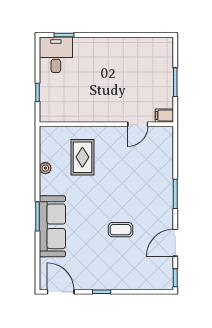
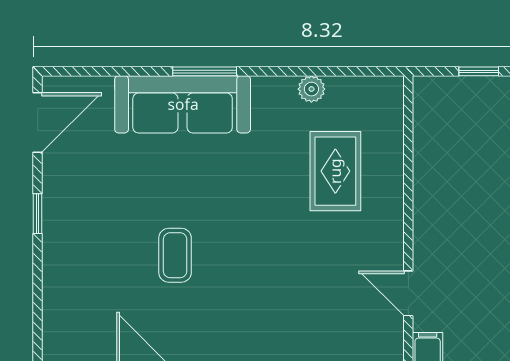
rug: (82, 157) -> (335, 171), turned 90

